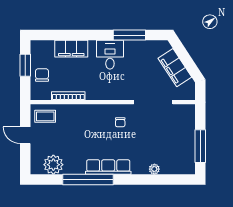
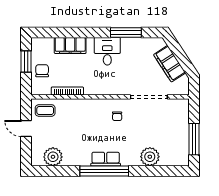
row of seats: (108, 167) -> (106, 159), width x0.68
plant: (154, 169) -> (150, 157), width x1.87, depth x1.87
window: (88, 179) -> (104, 171), moved

